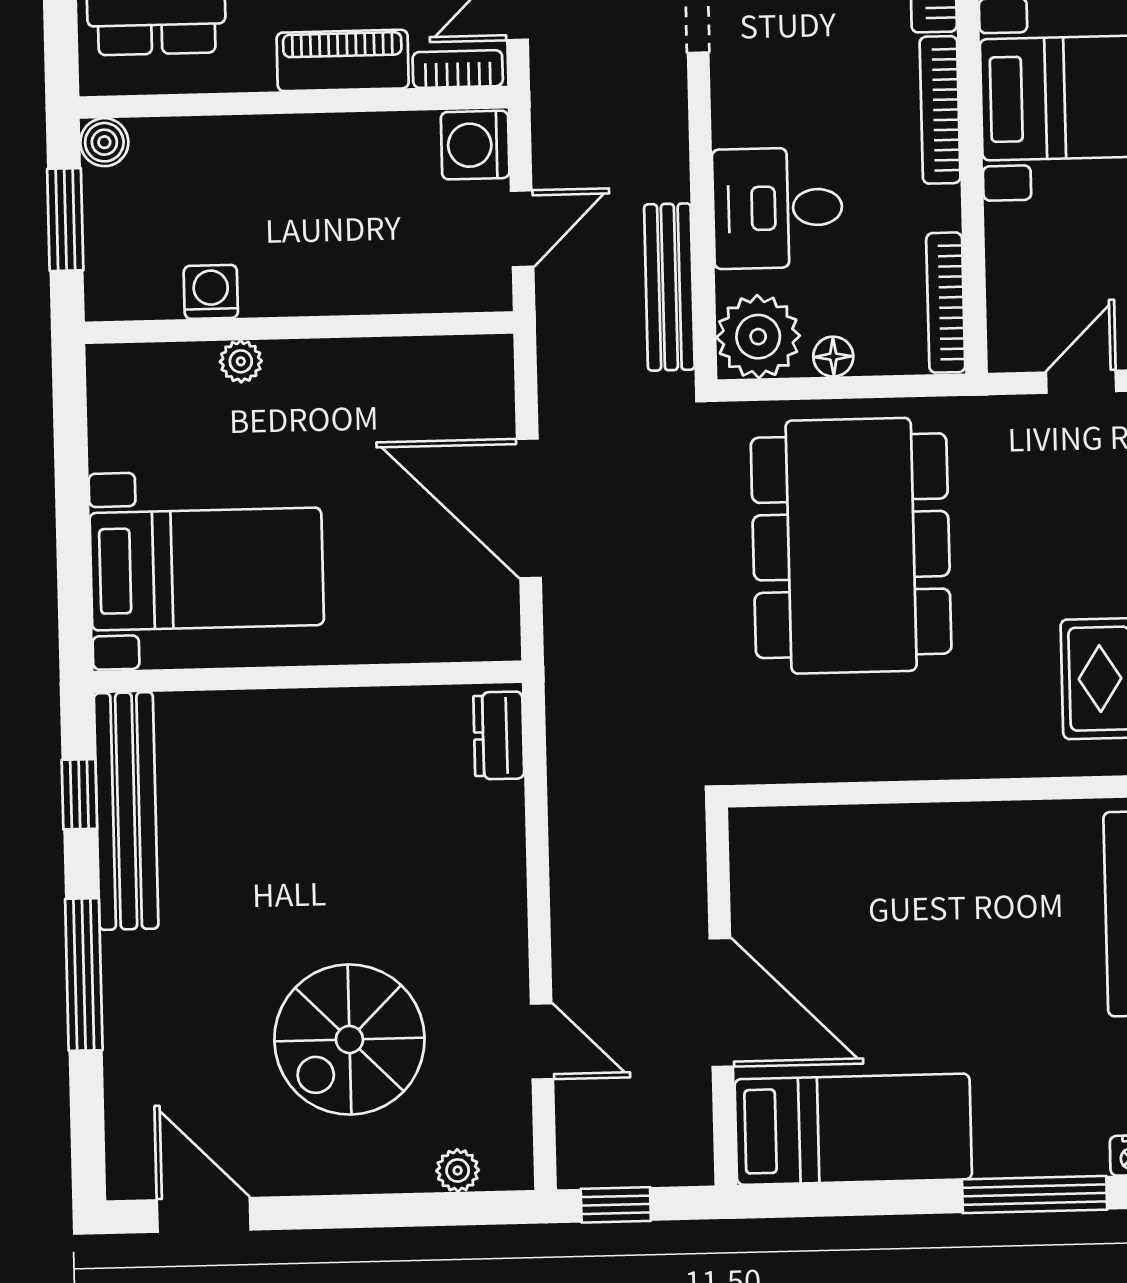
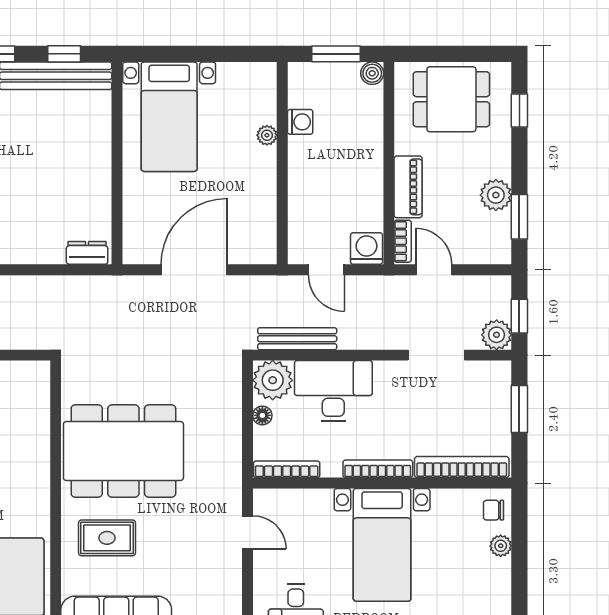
desk: (778, 208) -> (333, 391), width x1.37
dining table: (851, 546) -> (123, 451), moved

